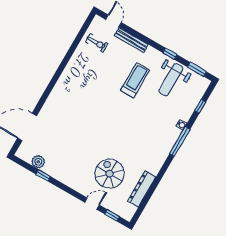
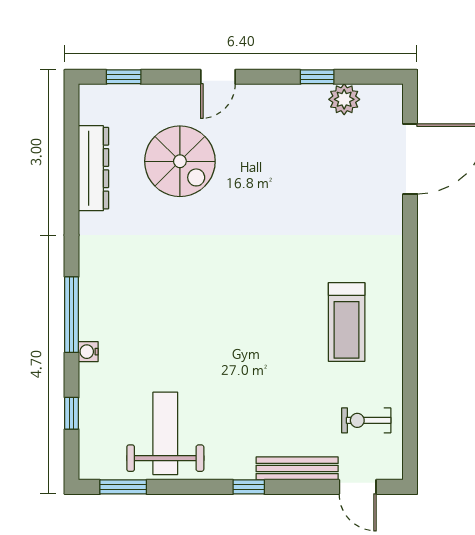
window: (170, 54) -> (249, 487), moved
treadmill: (135, 80) -> (347, 322), moved
door: (92, 204) -> (218, 77), moved

